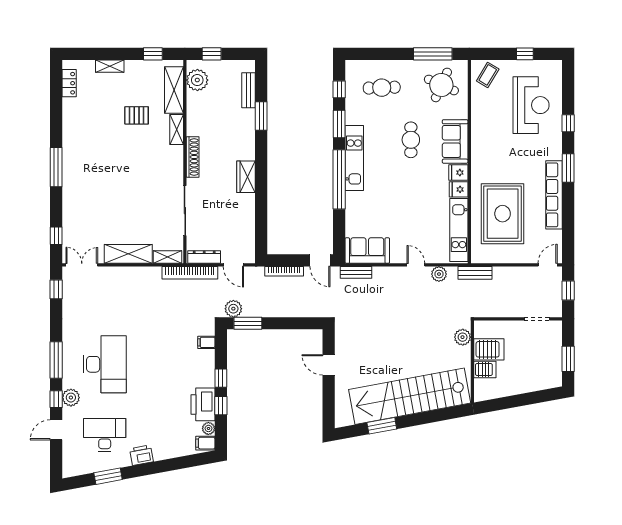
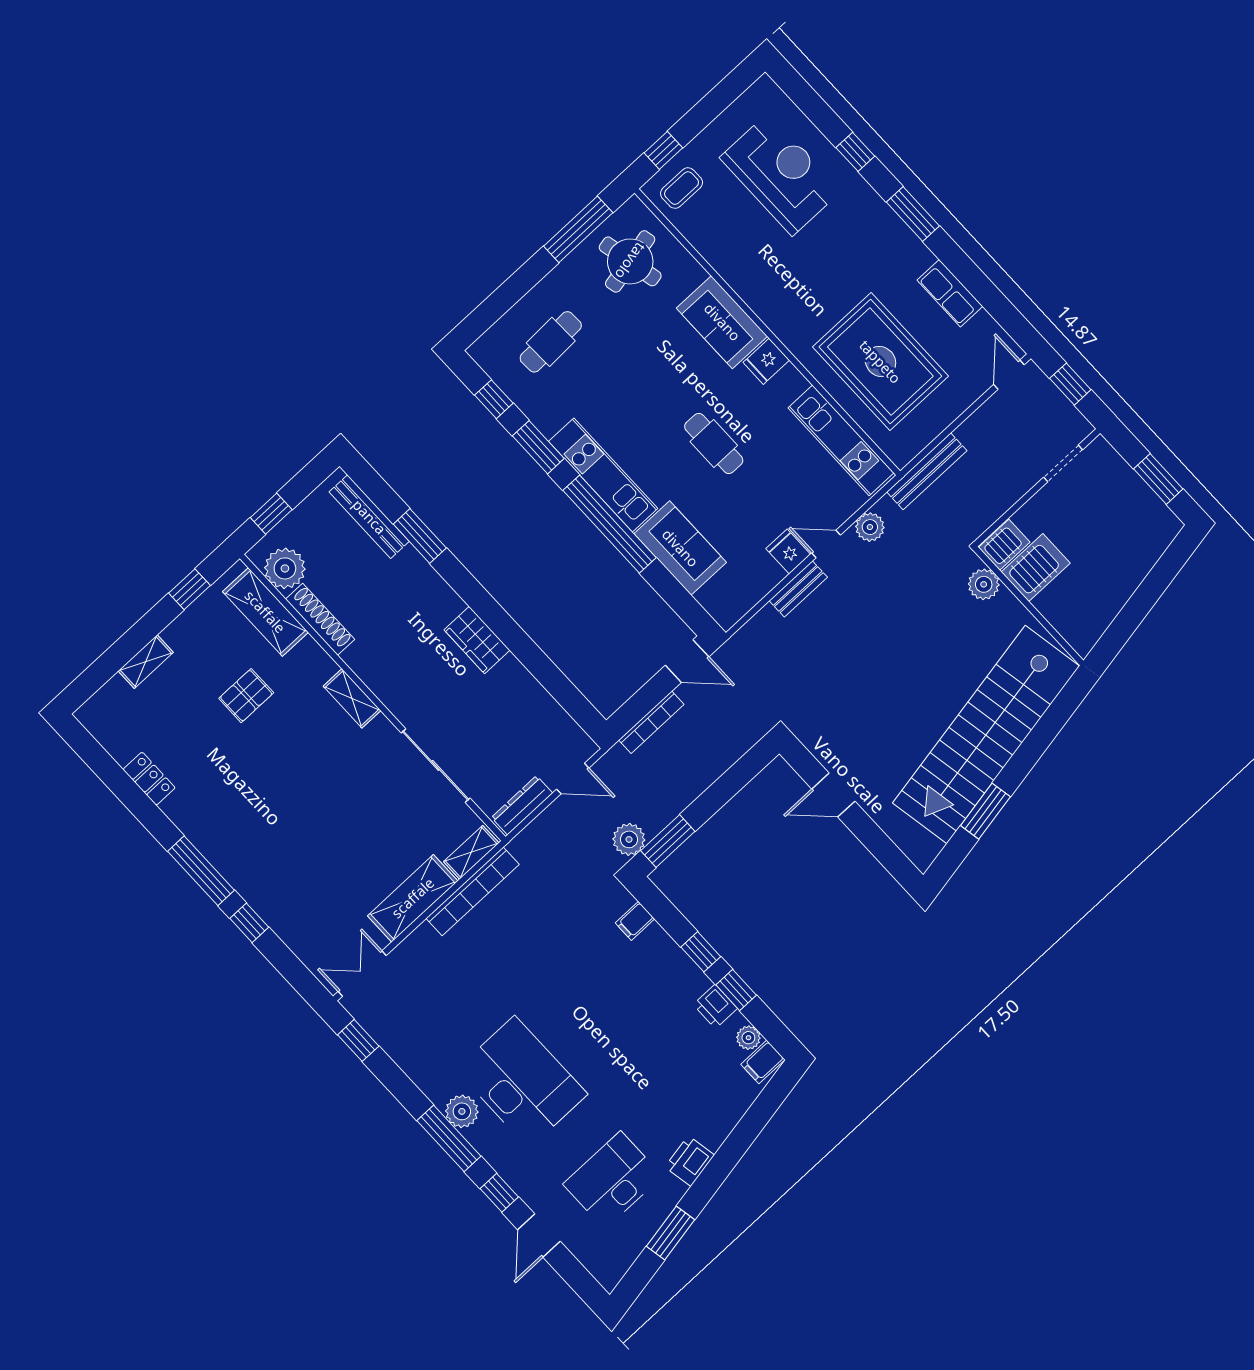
window: (525, 54) -> (663, 150), moved
coffee table: (488, 75) -> (682, 188), turned 59
locker: (69, 83) -> (149, 779), moved
round table: (441, 85) -> (630, 261), turned -36
bench: (249, 90) -> (369, 517), width x1.36
shelving: (177, 130) -> (352, 698), moved
cafe table: (411, 140) -> (714, 443), moved
shoe rack: (193, 157) -> (320, 619), moved
fridge: (459, 189) -> (788, 551), moved, turned 90
row of seats: (554, 195) -> (950, 293), width x0.50
window: (56, 236) -> (249, 923), moved
sofa: (367, 251) -> (680, 548), moved, turned 90
bench: (356, 272) -> (798, 589), moved
bookcase: (190, 273) -> (473, 891), moved
bench: (475, 273) -> (927, 471), width x1.36
server rack: (485, 370) -> (1004, 545), moved
plant: (71, 398) -> (462, 1111), moved
printer: (203, 404) -> (715, 1006), width x0.53, depth x0.68

